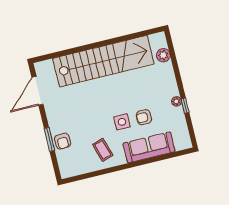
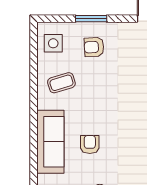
side table: (122, 122) -> (53, 43), moved
armchair: (63, 141) -> (94, 47), moved

